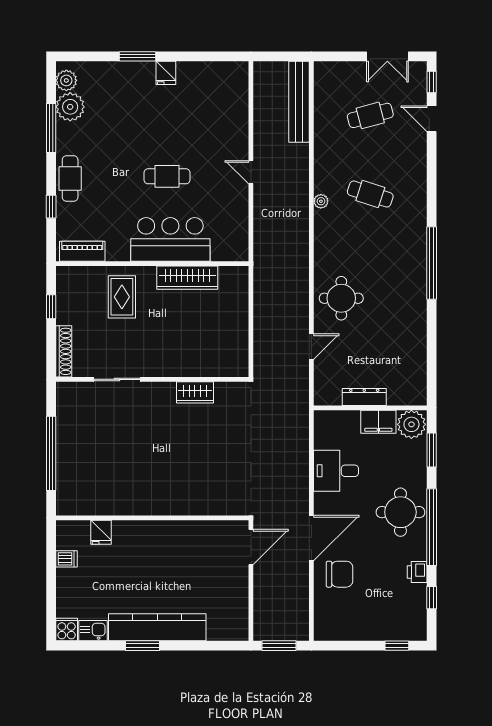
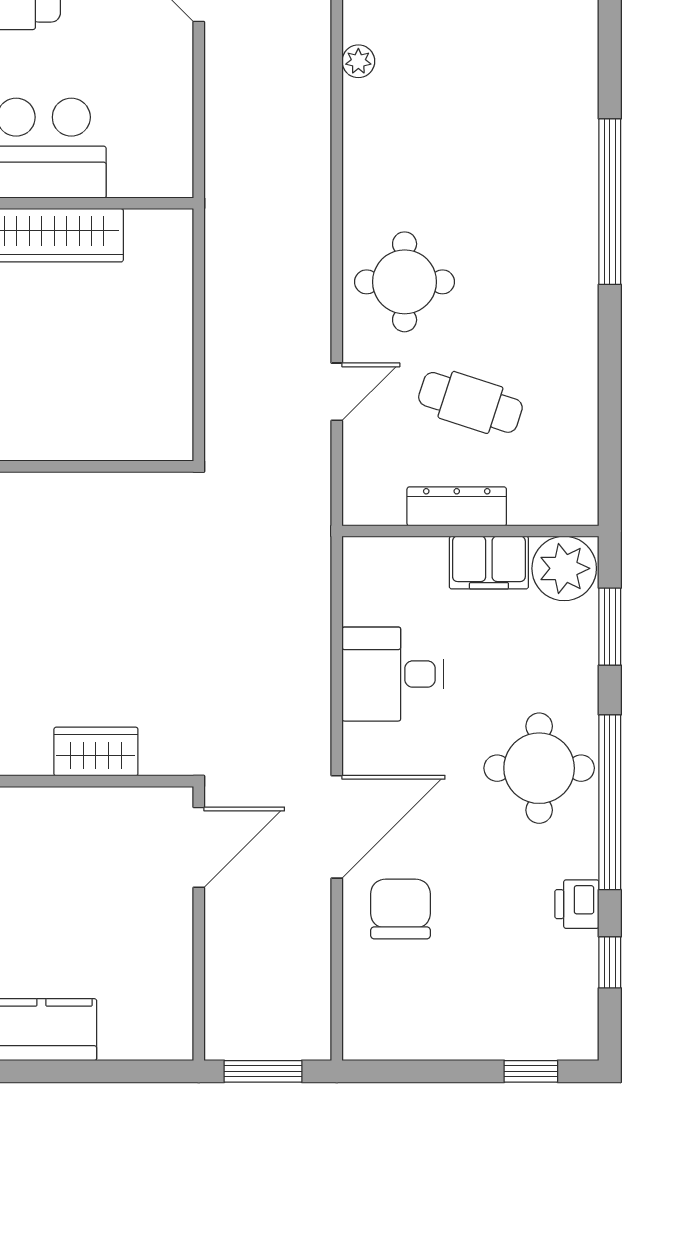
cafe table: (370, 194) -> (470, 402), moved
wardrobe: (195, 392) -> (96, 752), moved, turned 180
chair: (339, 574) -> (400, 909), turned -90

